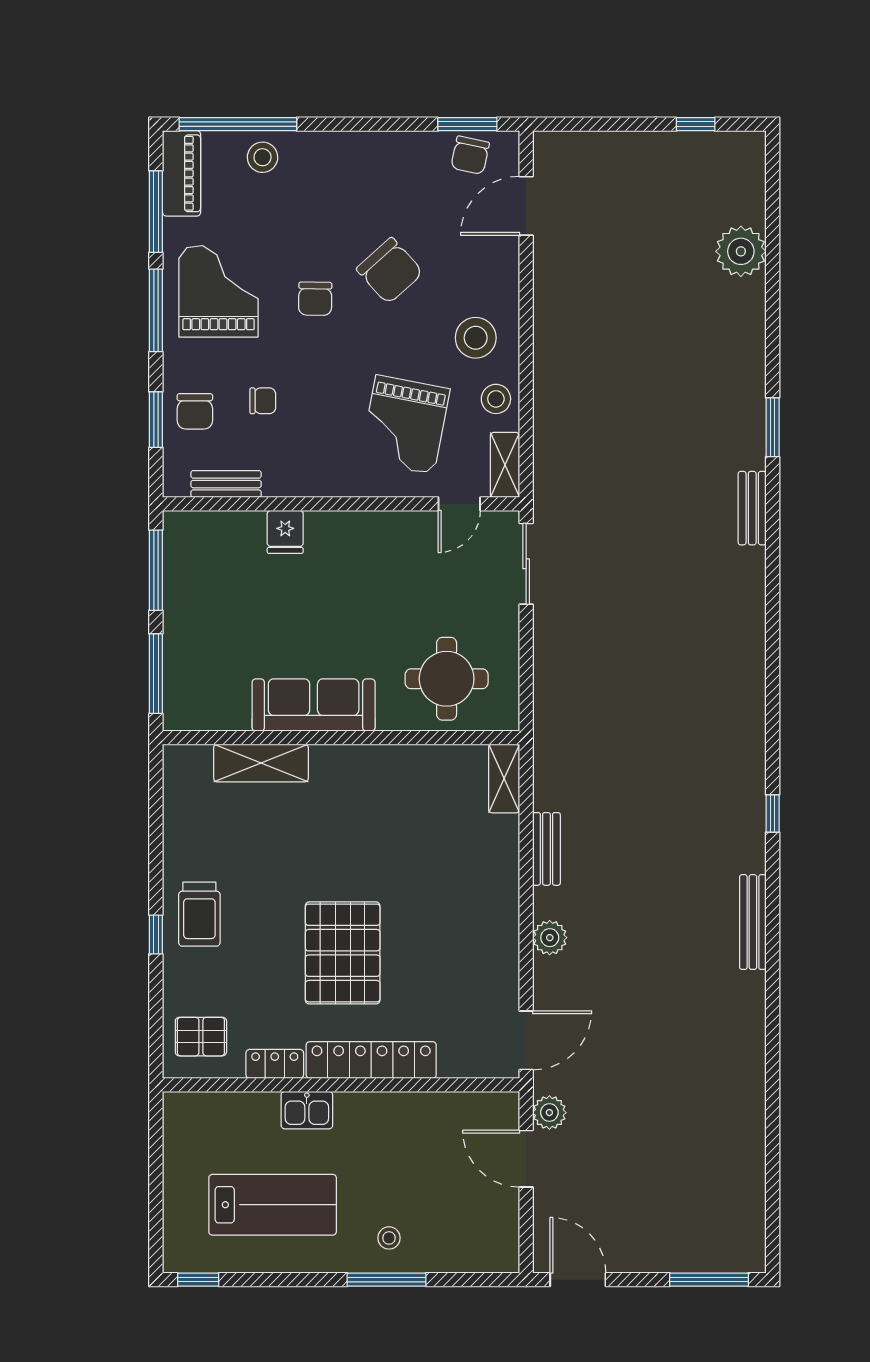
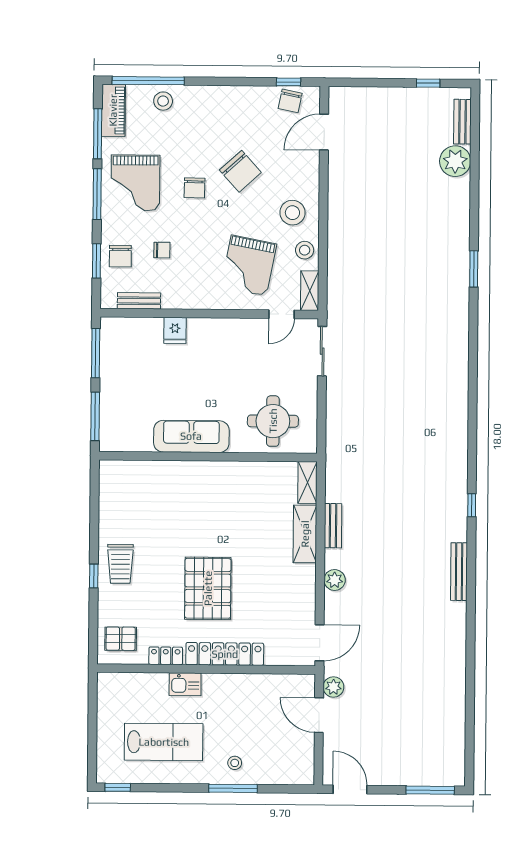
window: (467, 124) -> (289, 82), width x0.67
grand piano: (219, 291) -> (135, 183), turned 180
bench: (752, 508) -> (462, 122), moved
shelving: (261, 763) -> (305, 534), moved, turned 90

